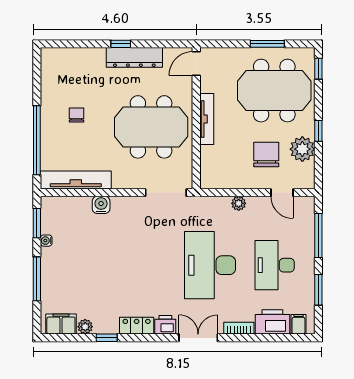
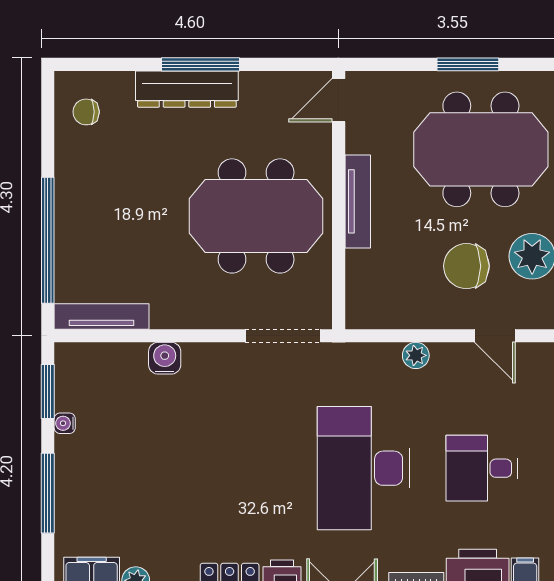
window: (121, 44) -> (201, 64), width x2.17
dresser: (134, 57) -> (187, 89), moved
chair: (76, 115) -> (86, 112), moved, turned -90
chair: (266, 154) -> (466, 266), turned -90
tv unit: (76, 180) -> (101, 316), width x0.73, depth x0.78
desk: (275, 265) -> (482, 468), width x0.73

